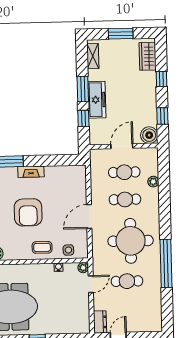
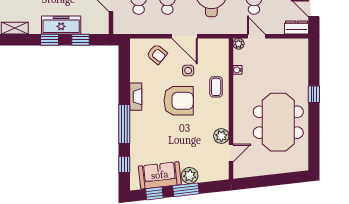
window: (83, 89) -> (50, 40), width x0.67
armchair: (72, 191) -> (157, 54), added
side table: (68, 250) -> (188, 71), moved

